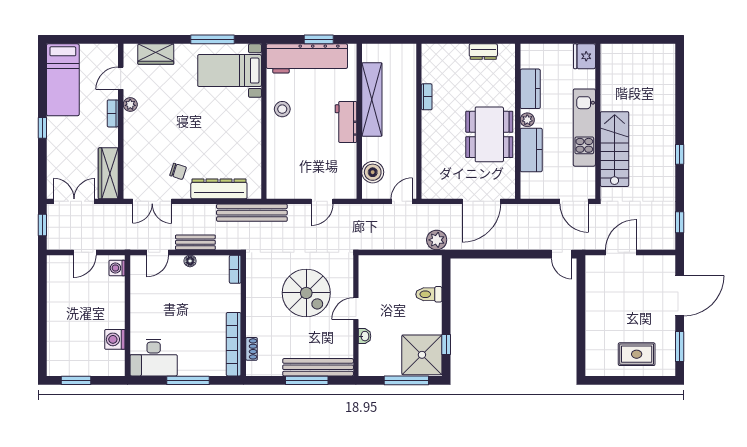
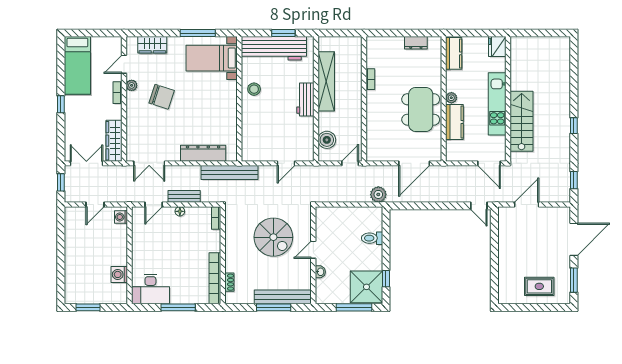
kitchen counter: (530, 89) -> (454, 53), moved
chair: (178, 171) -> (162, 97), moved, width x1.87, depth x1.87

